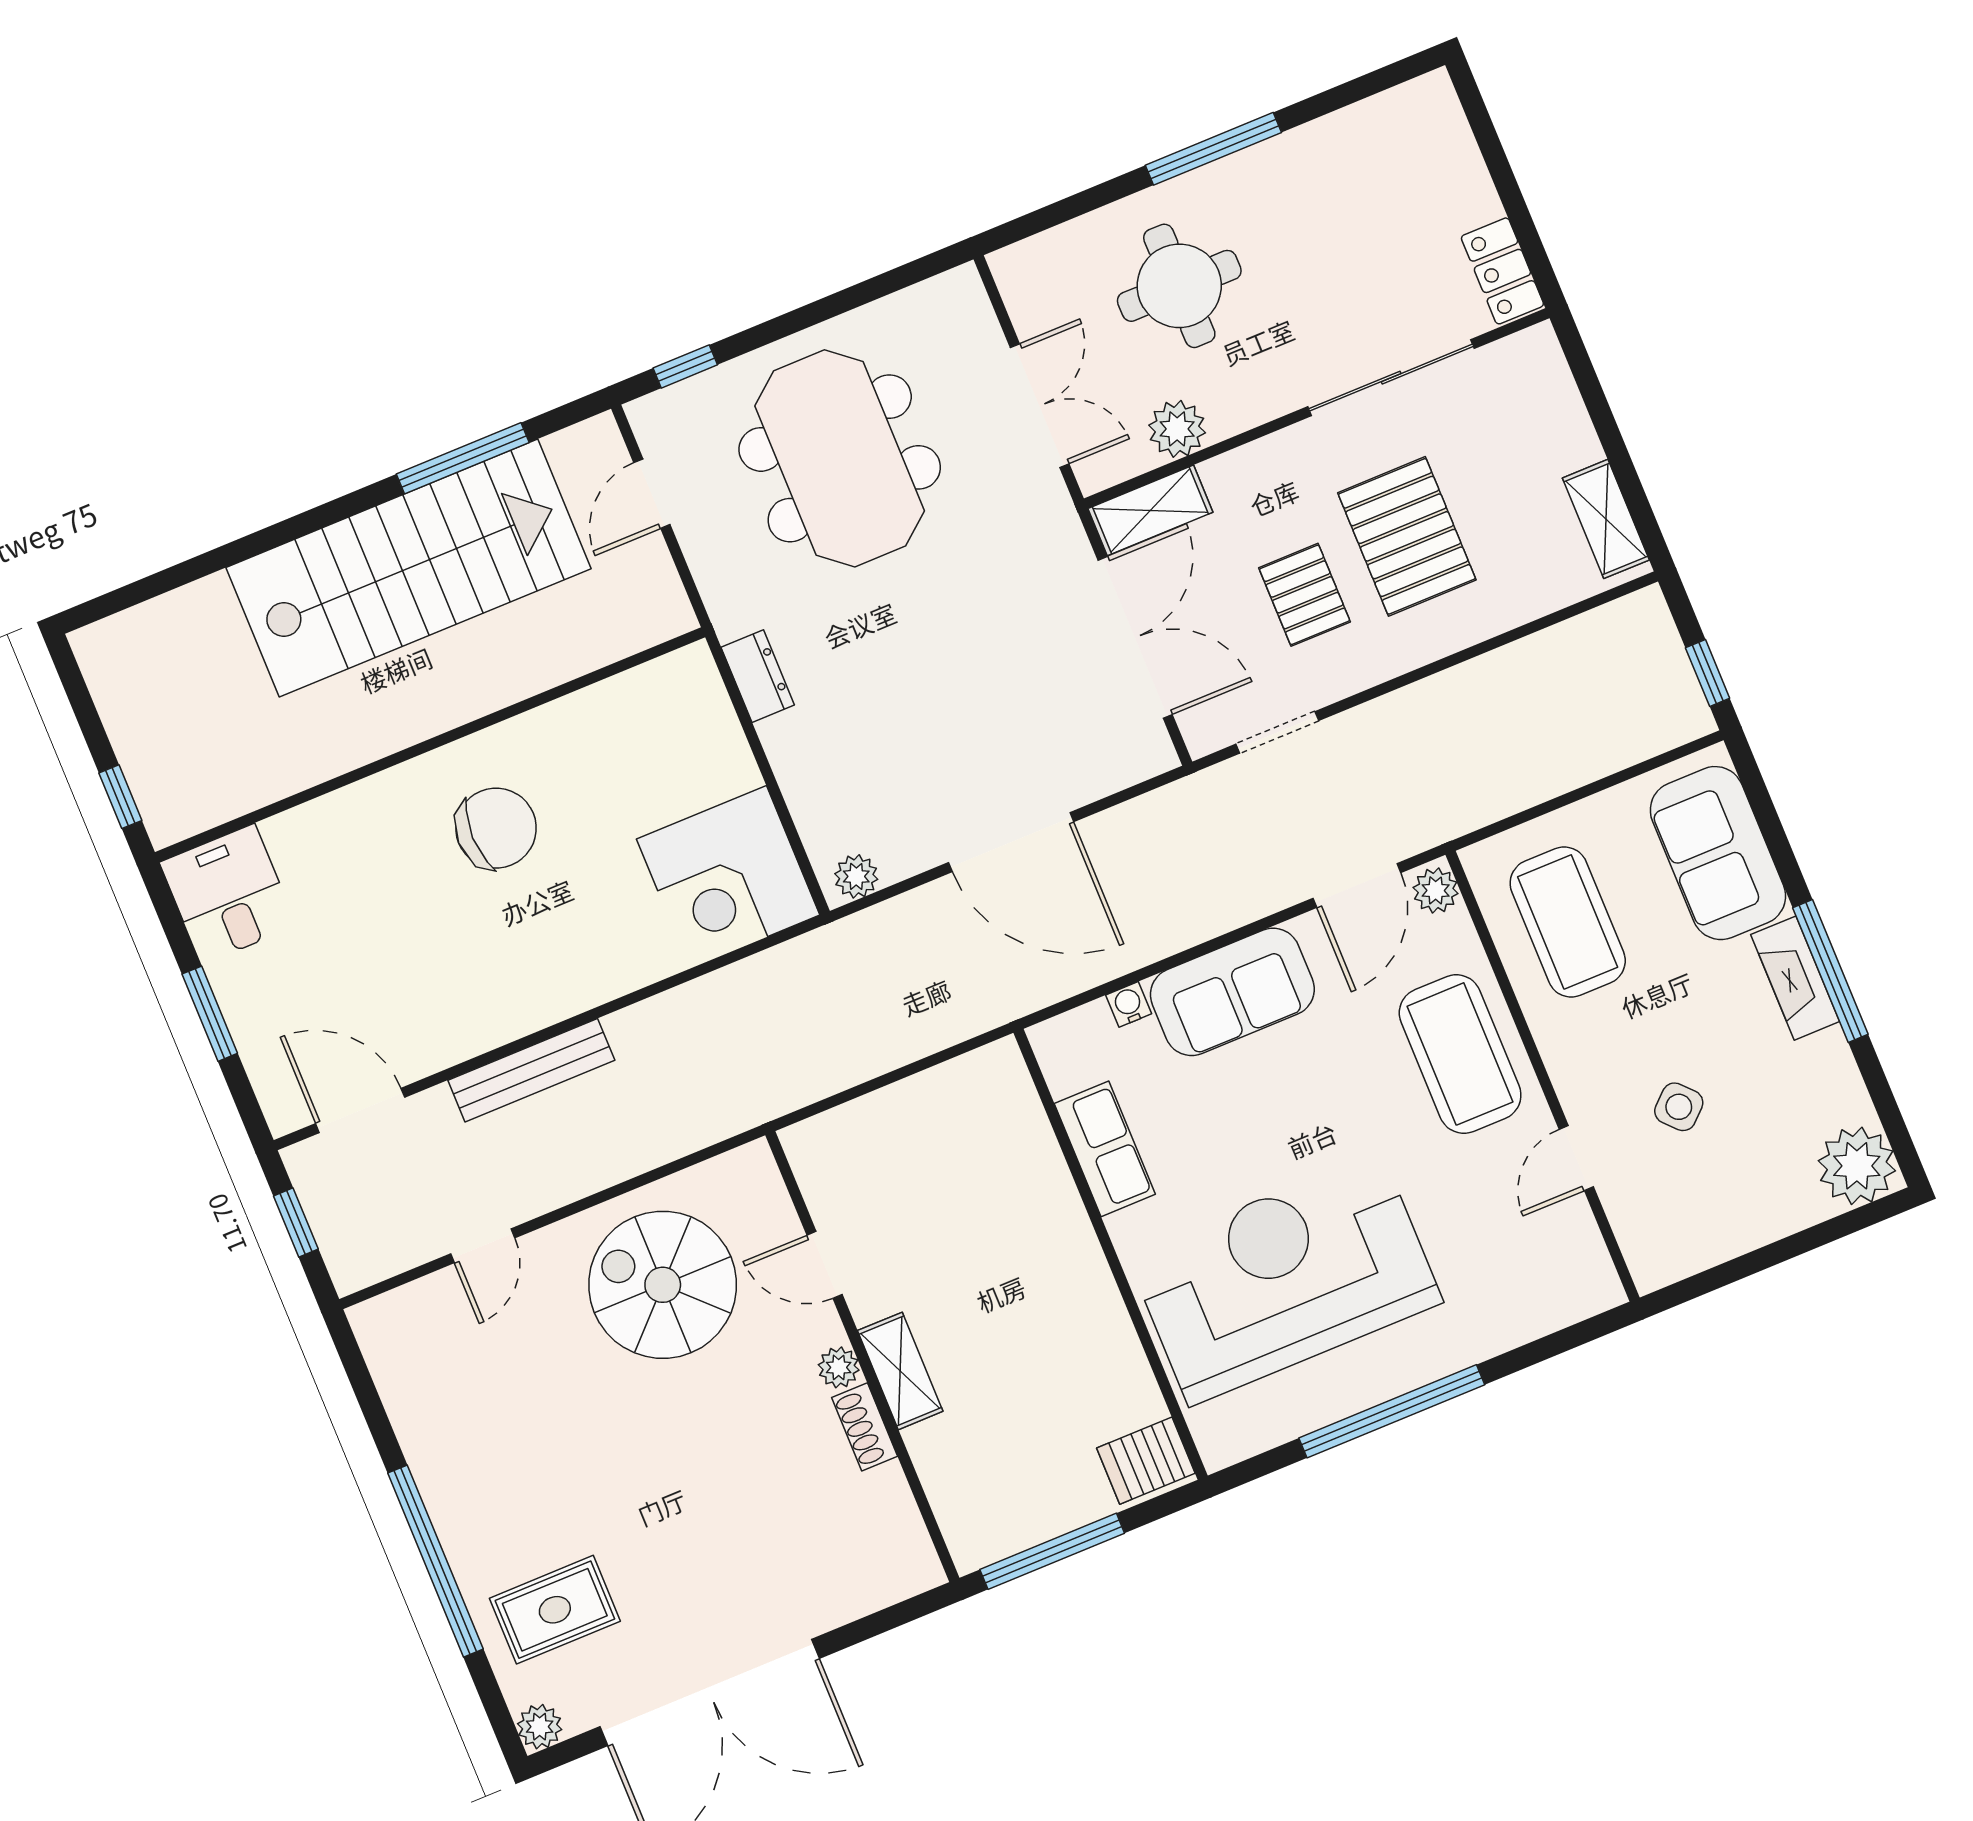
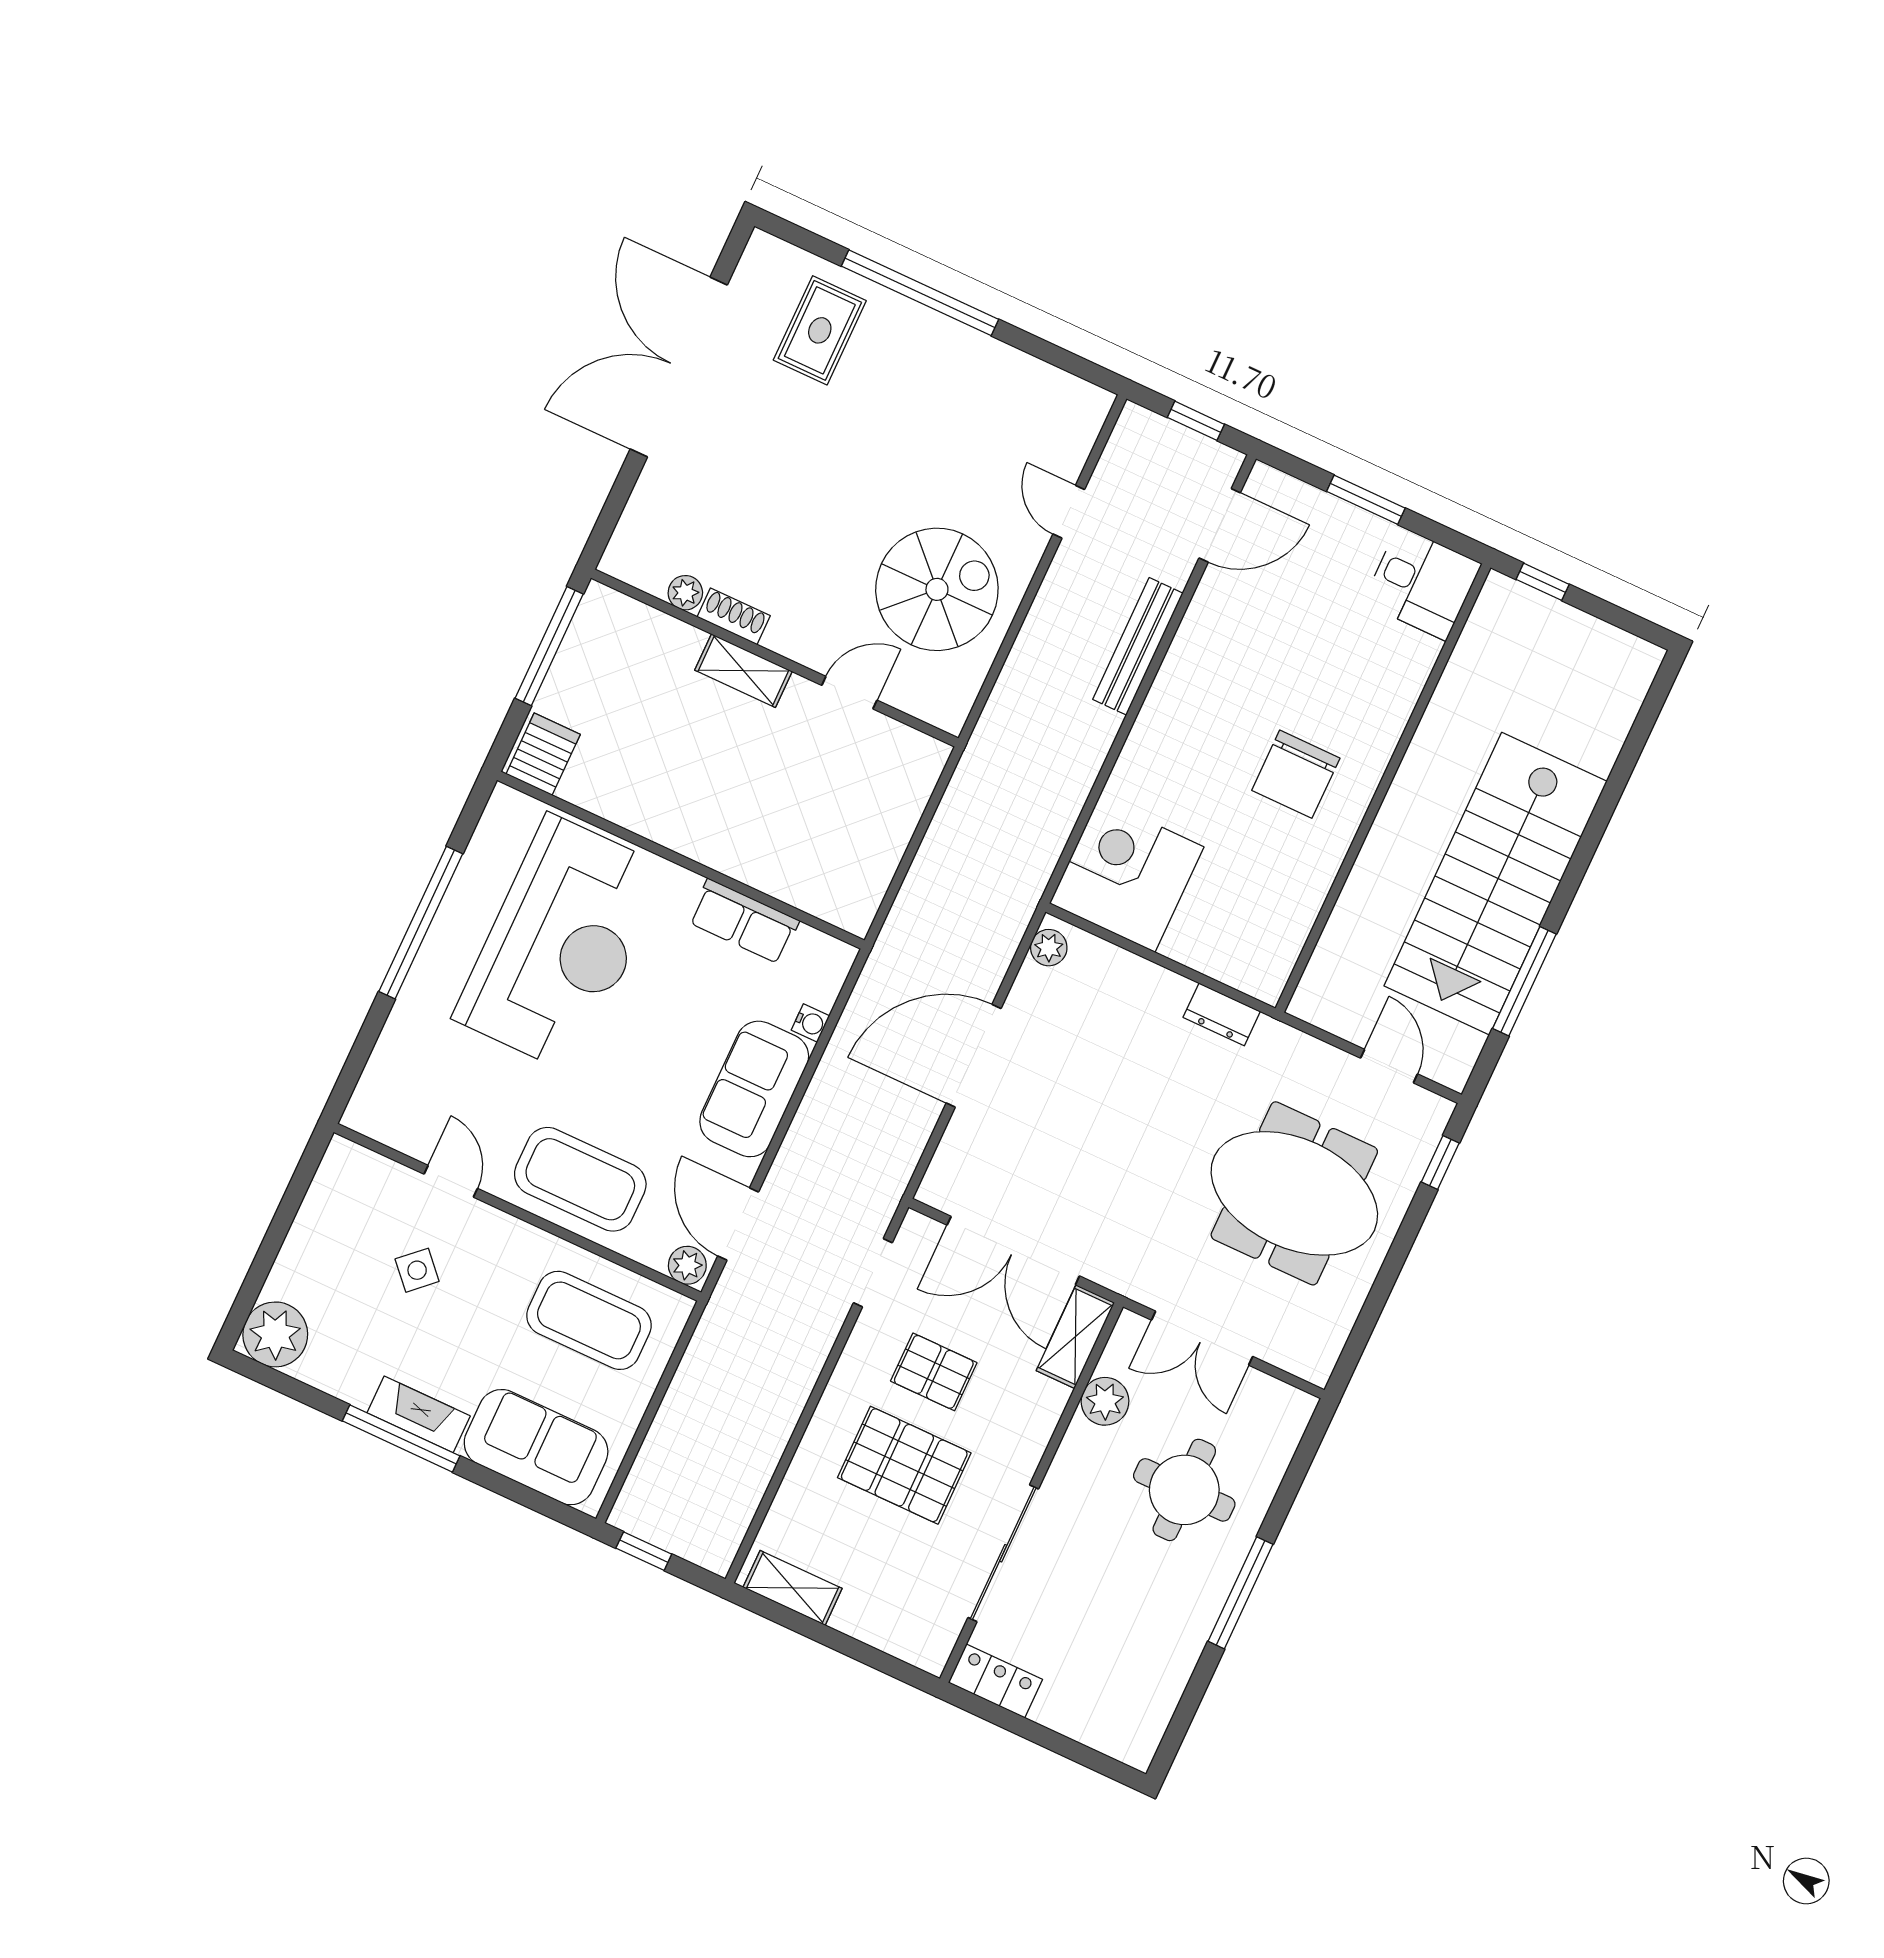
plant: (839, 1367) -> (685, 593), moved
plant: (540, 1727) -> (763, 250), removed

